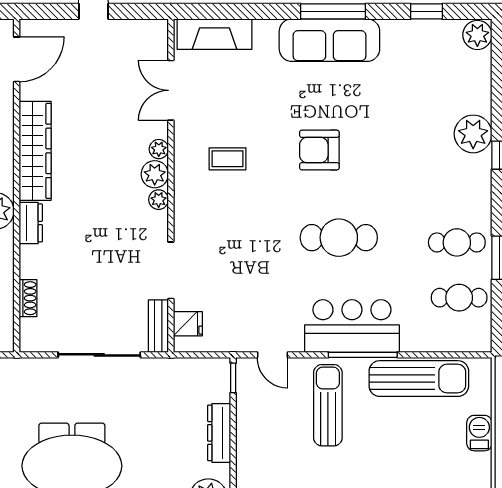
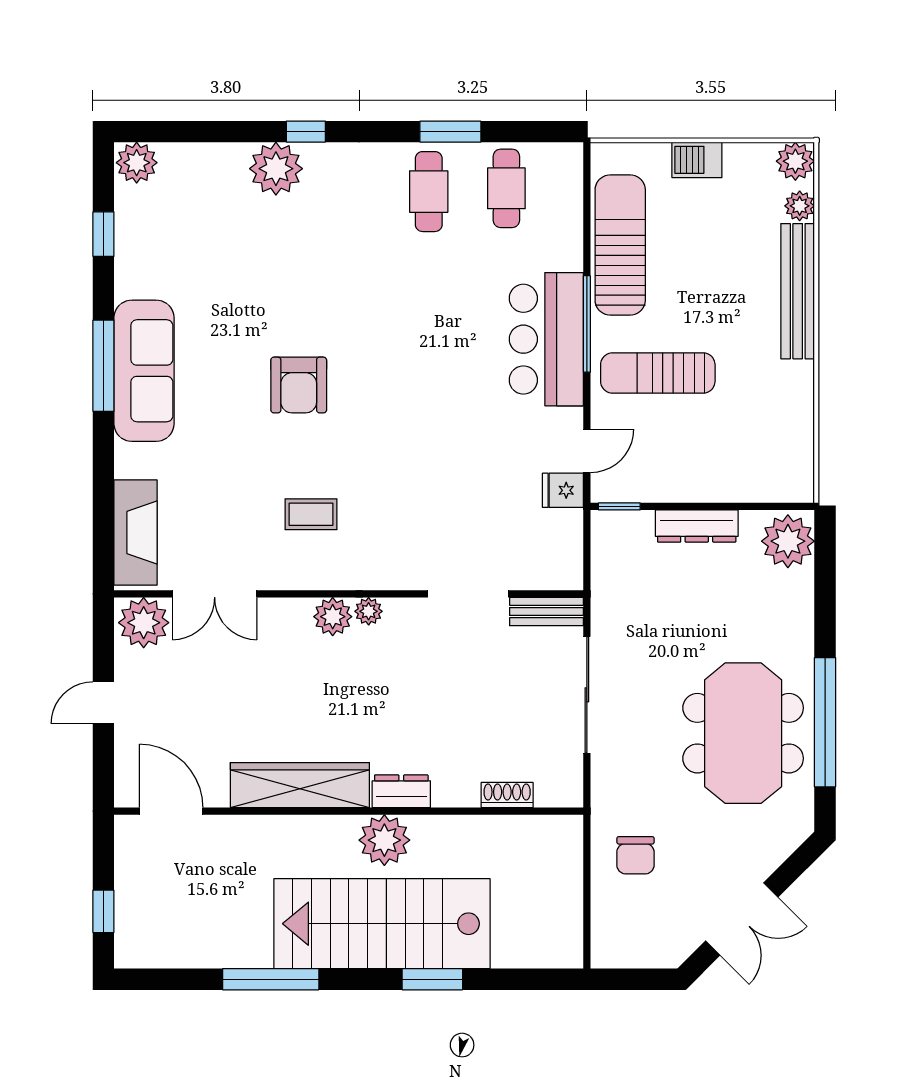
plant: (159, 149) -> (144, 623), moved, width x1.87, depth x1.87
coffee table: (227, 159) -> (311, 514), turned 90
cafe table: (339, 238) -> (422, 358), removed
fridge: (188, 324) -> (563, 490), moved, turned -90

